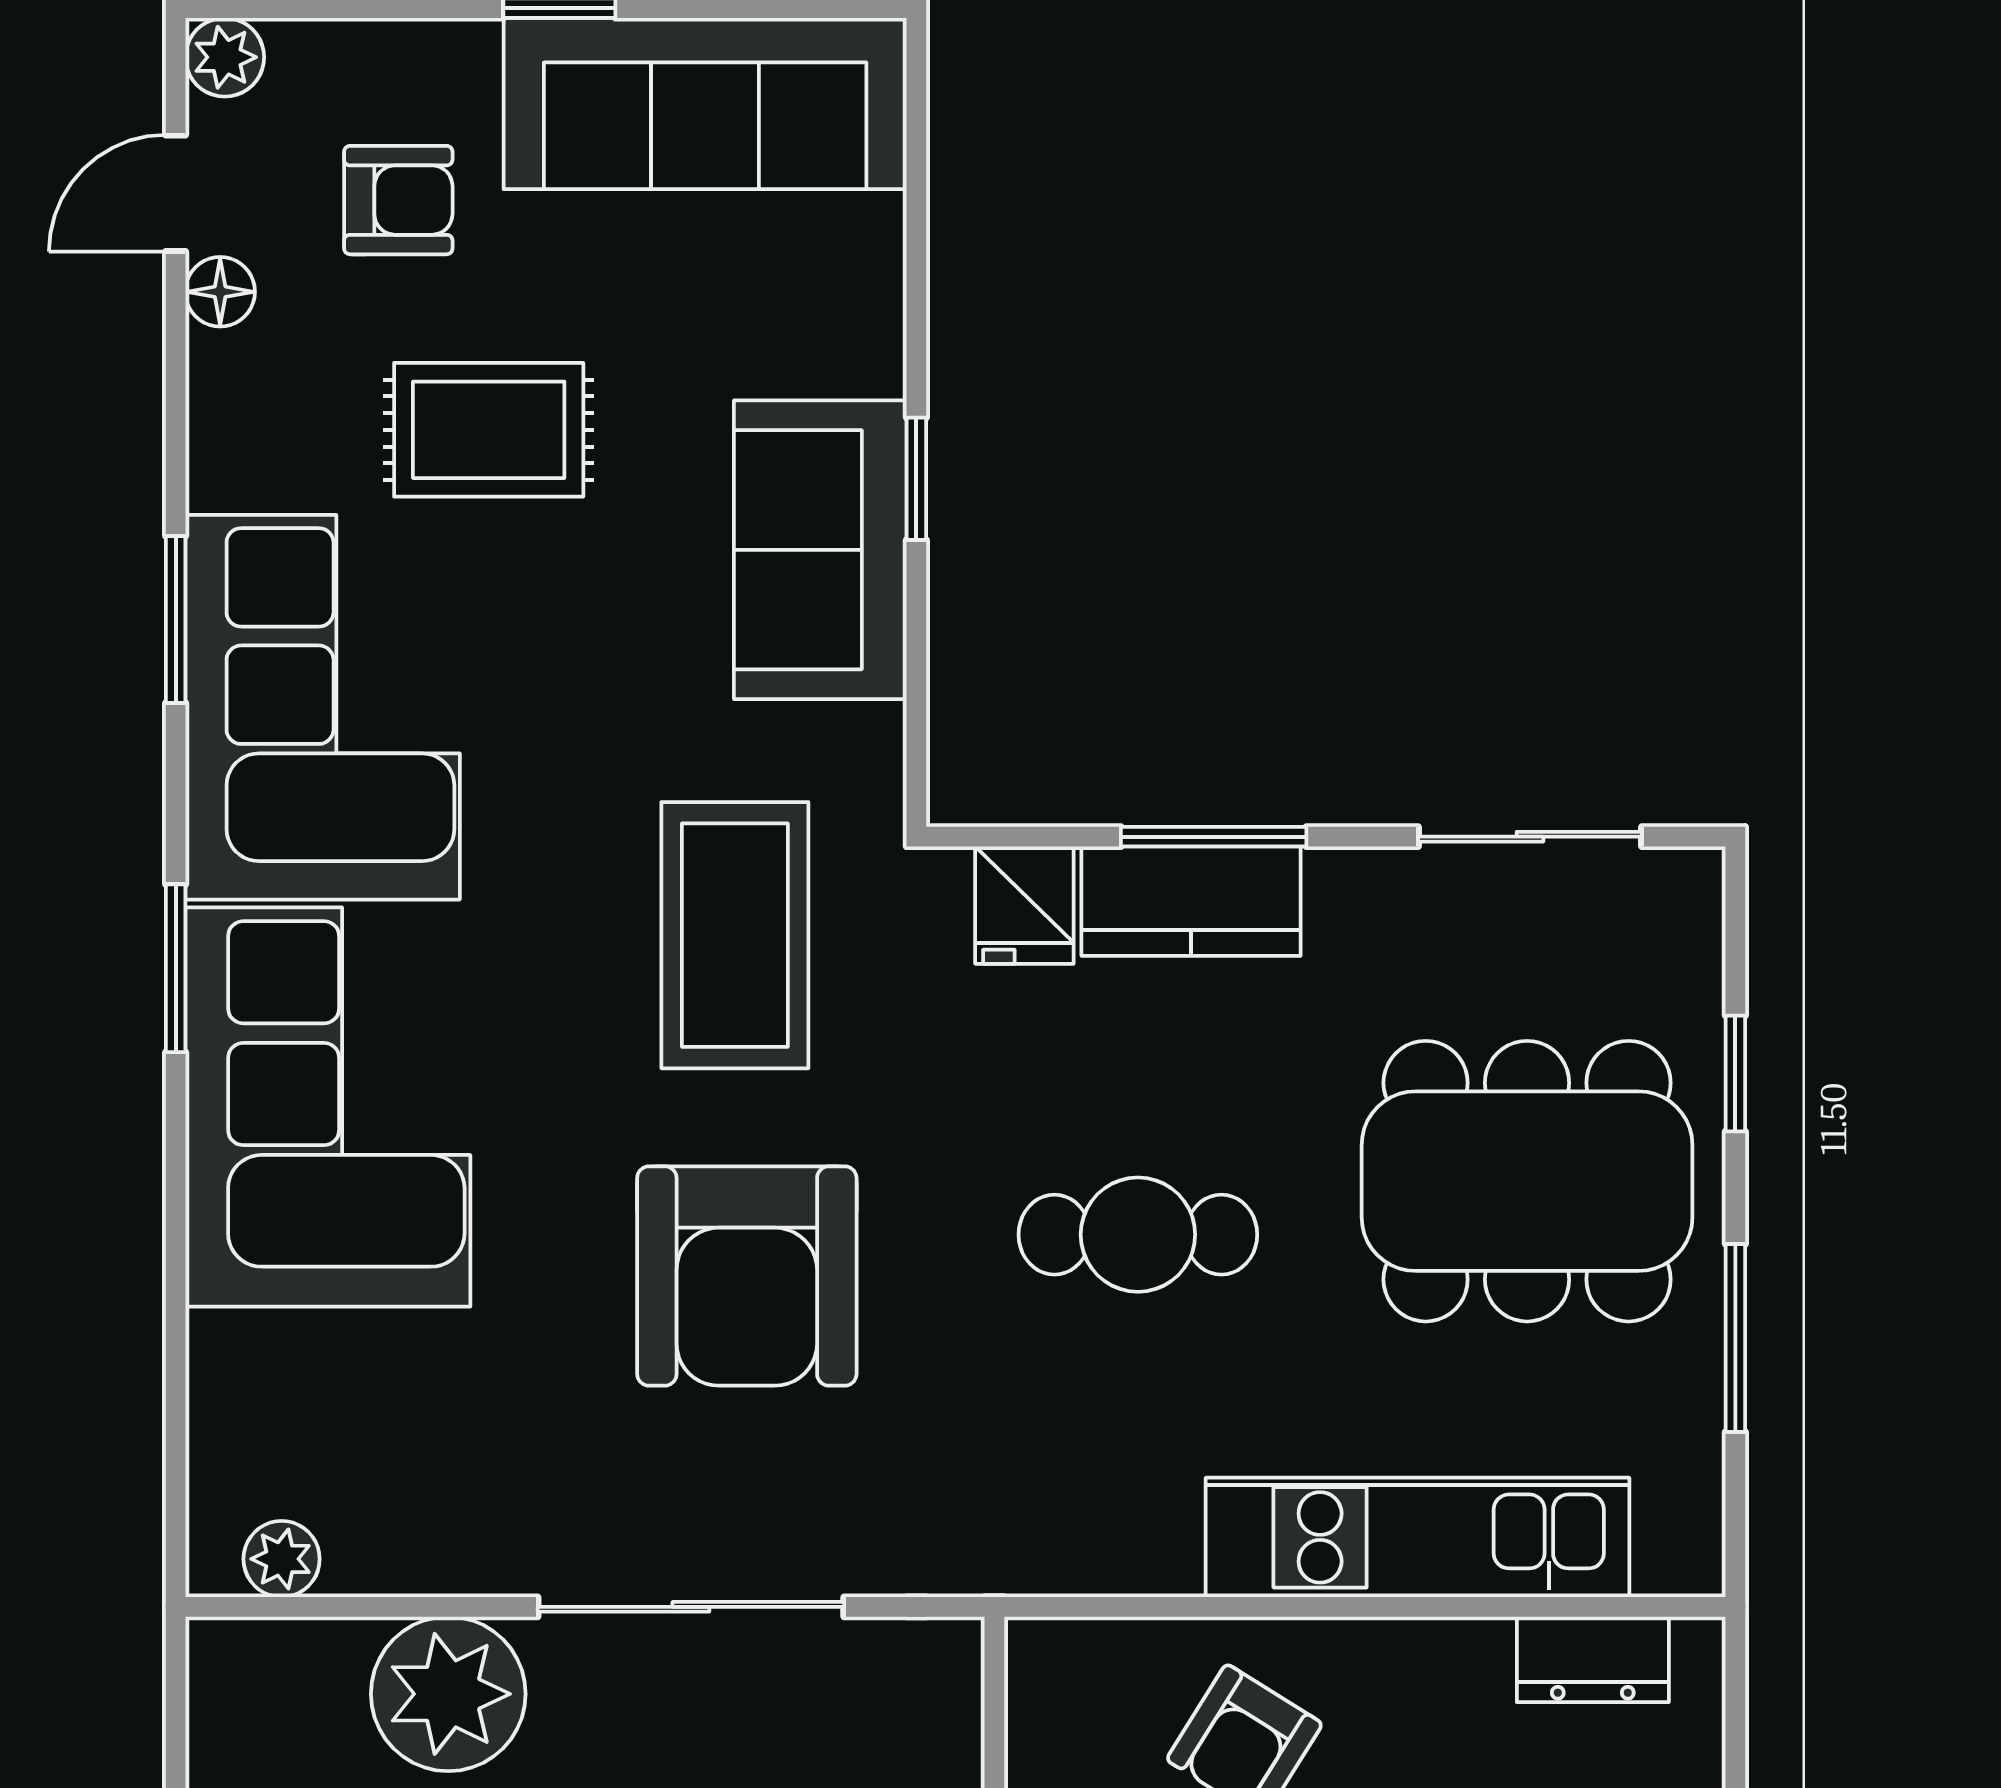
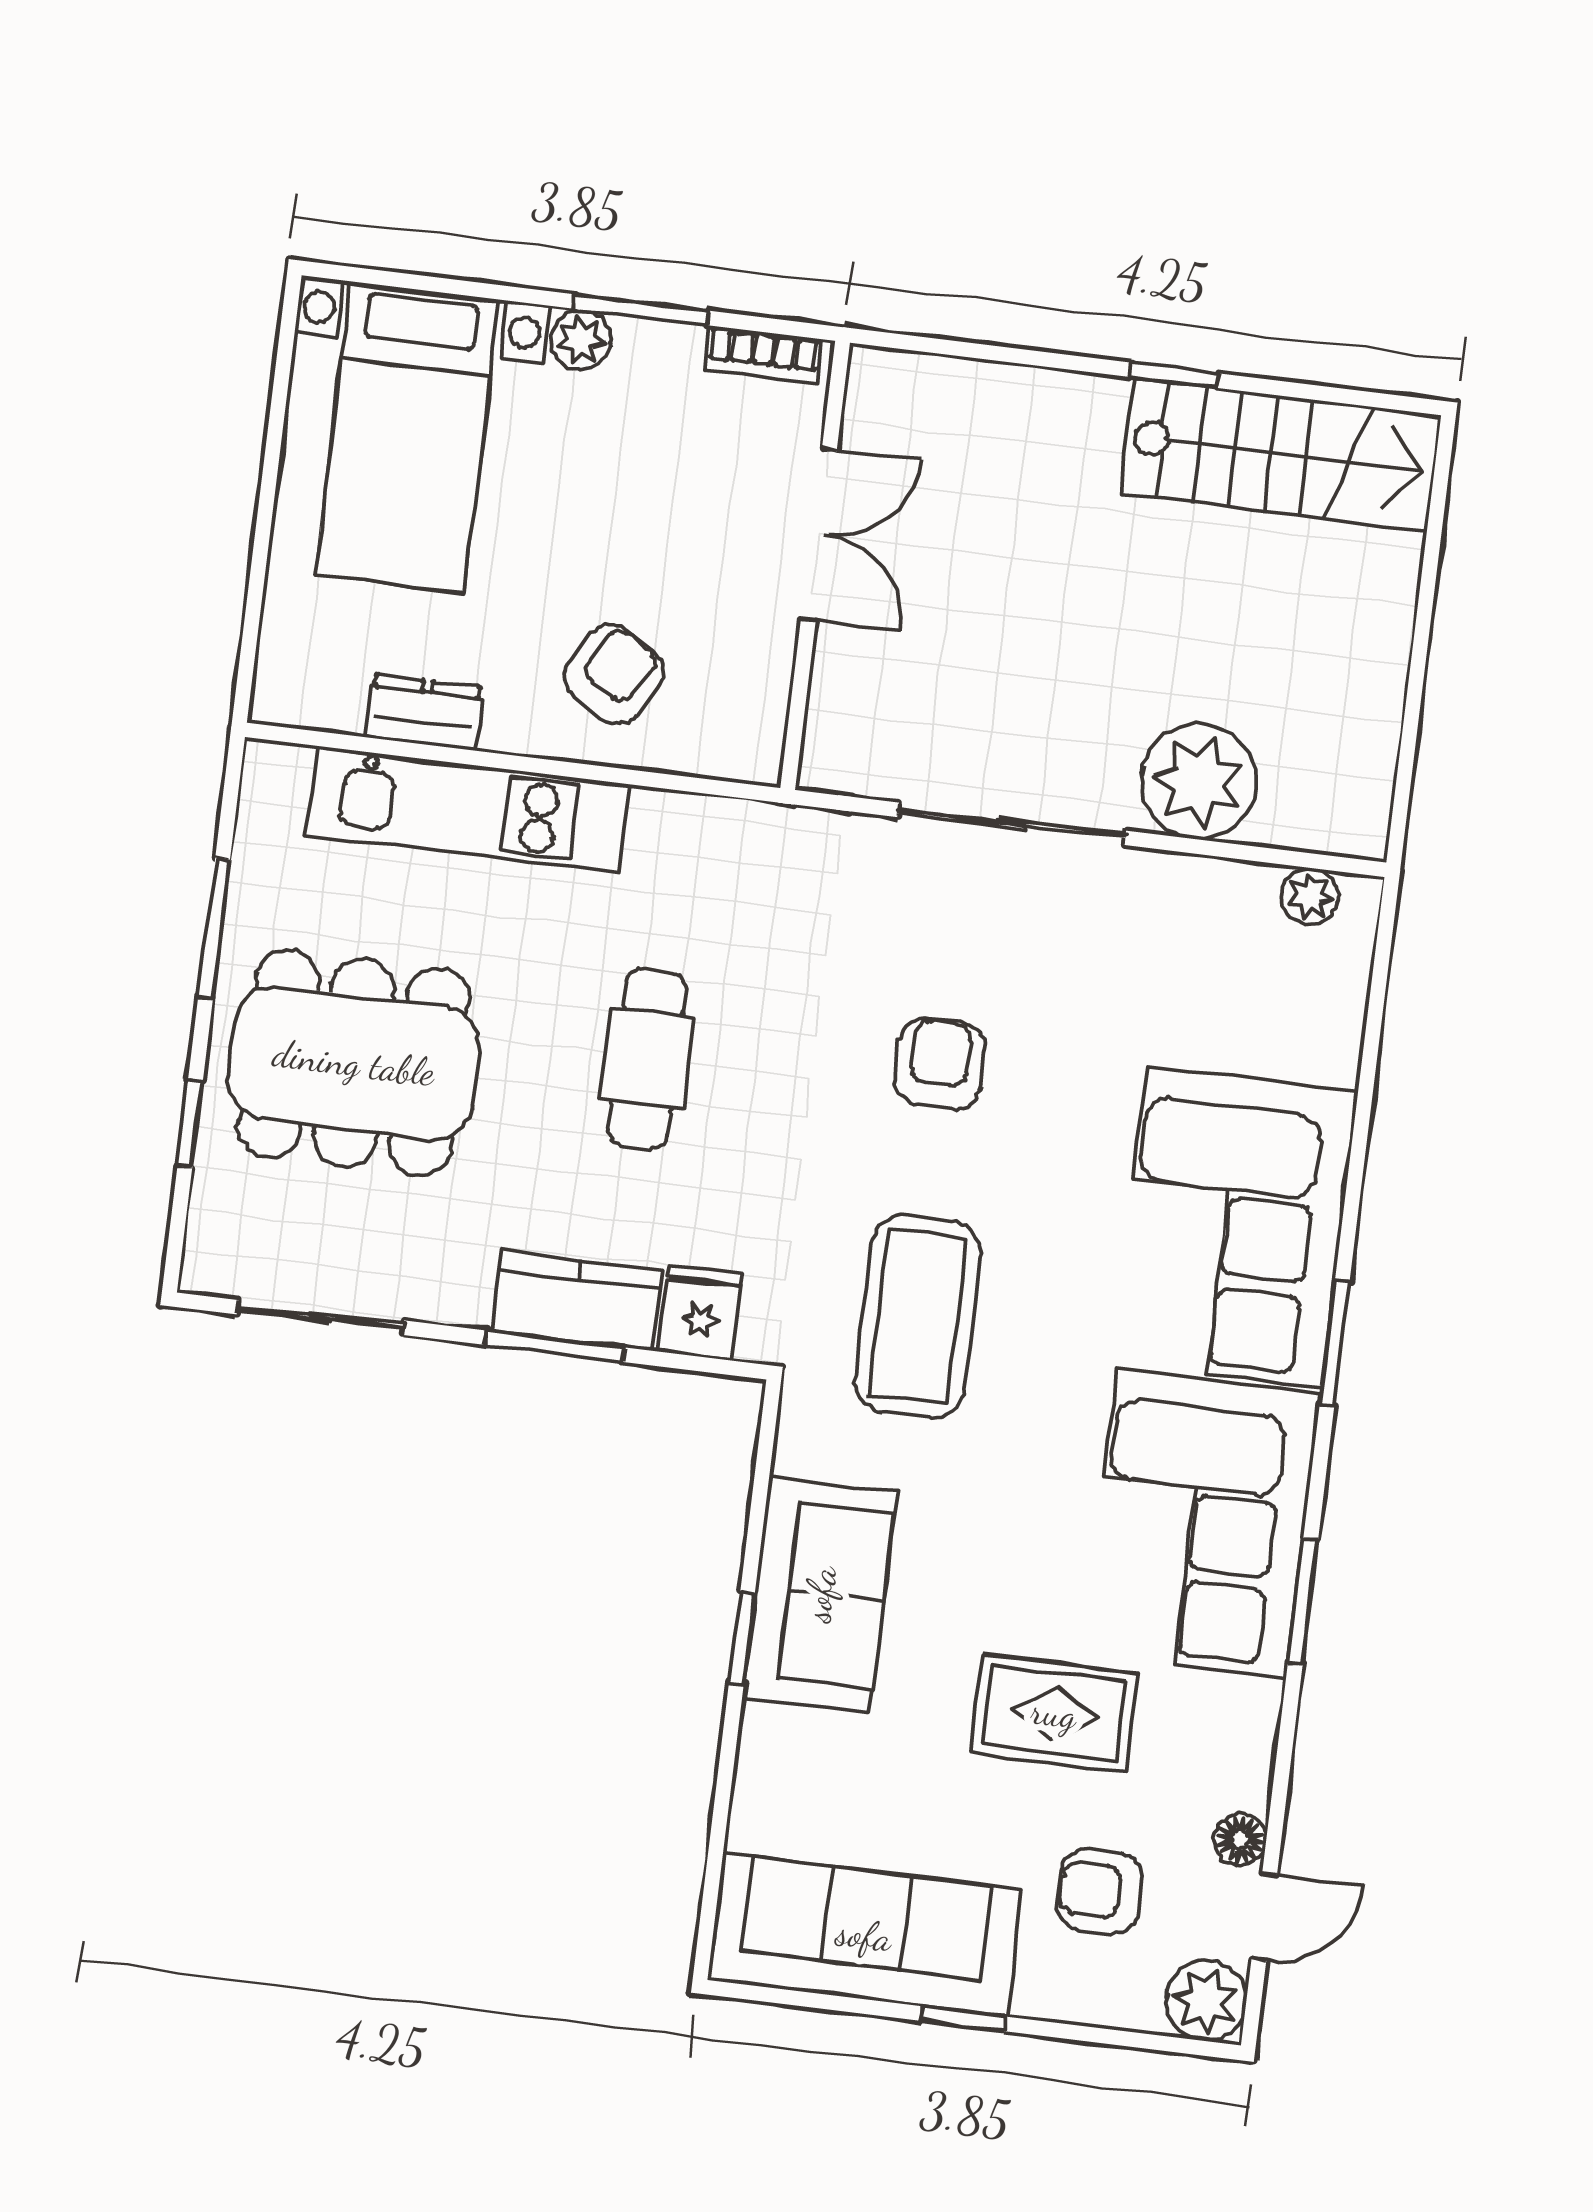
plant: (225, 57) -> (1206, 2001), width x1.38, depth x1.38
cafe table: (1138, 1235) -> (647, 1059), turned 90
armchair: (747, 1276) -> (940, 1064), width x0.53, depth x0.53
dresser: (1593, 1659) -> (424, 712), moved

